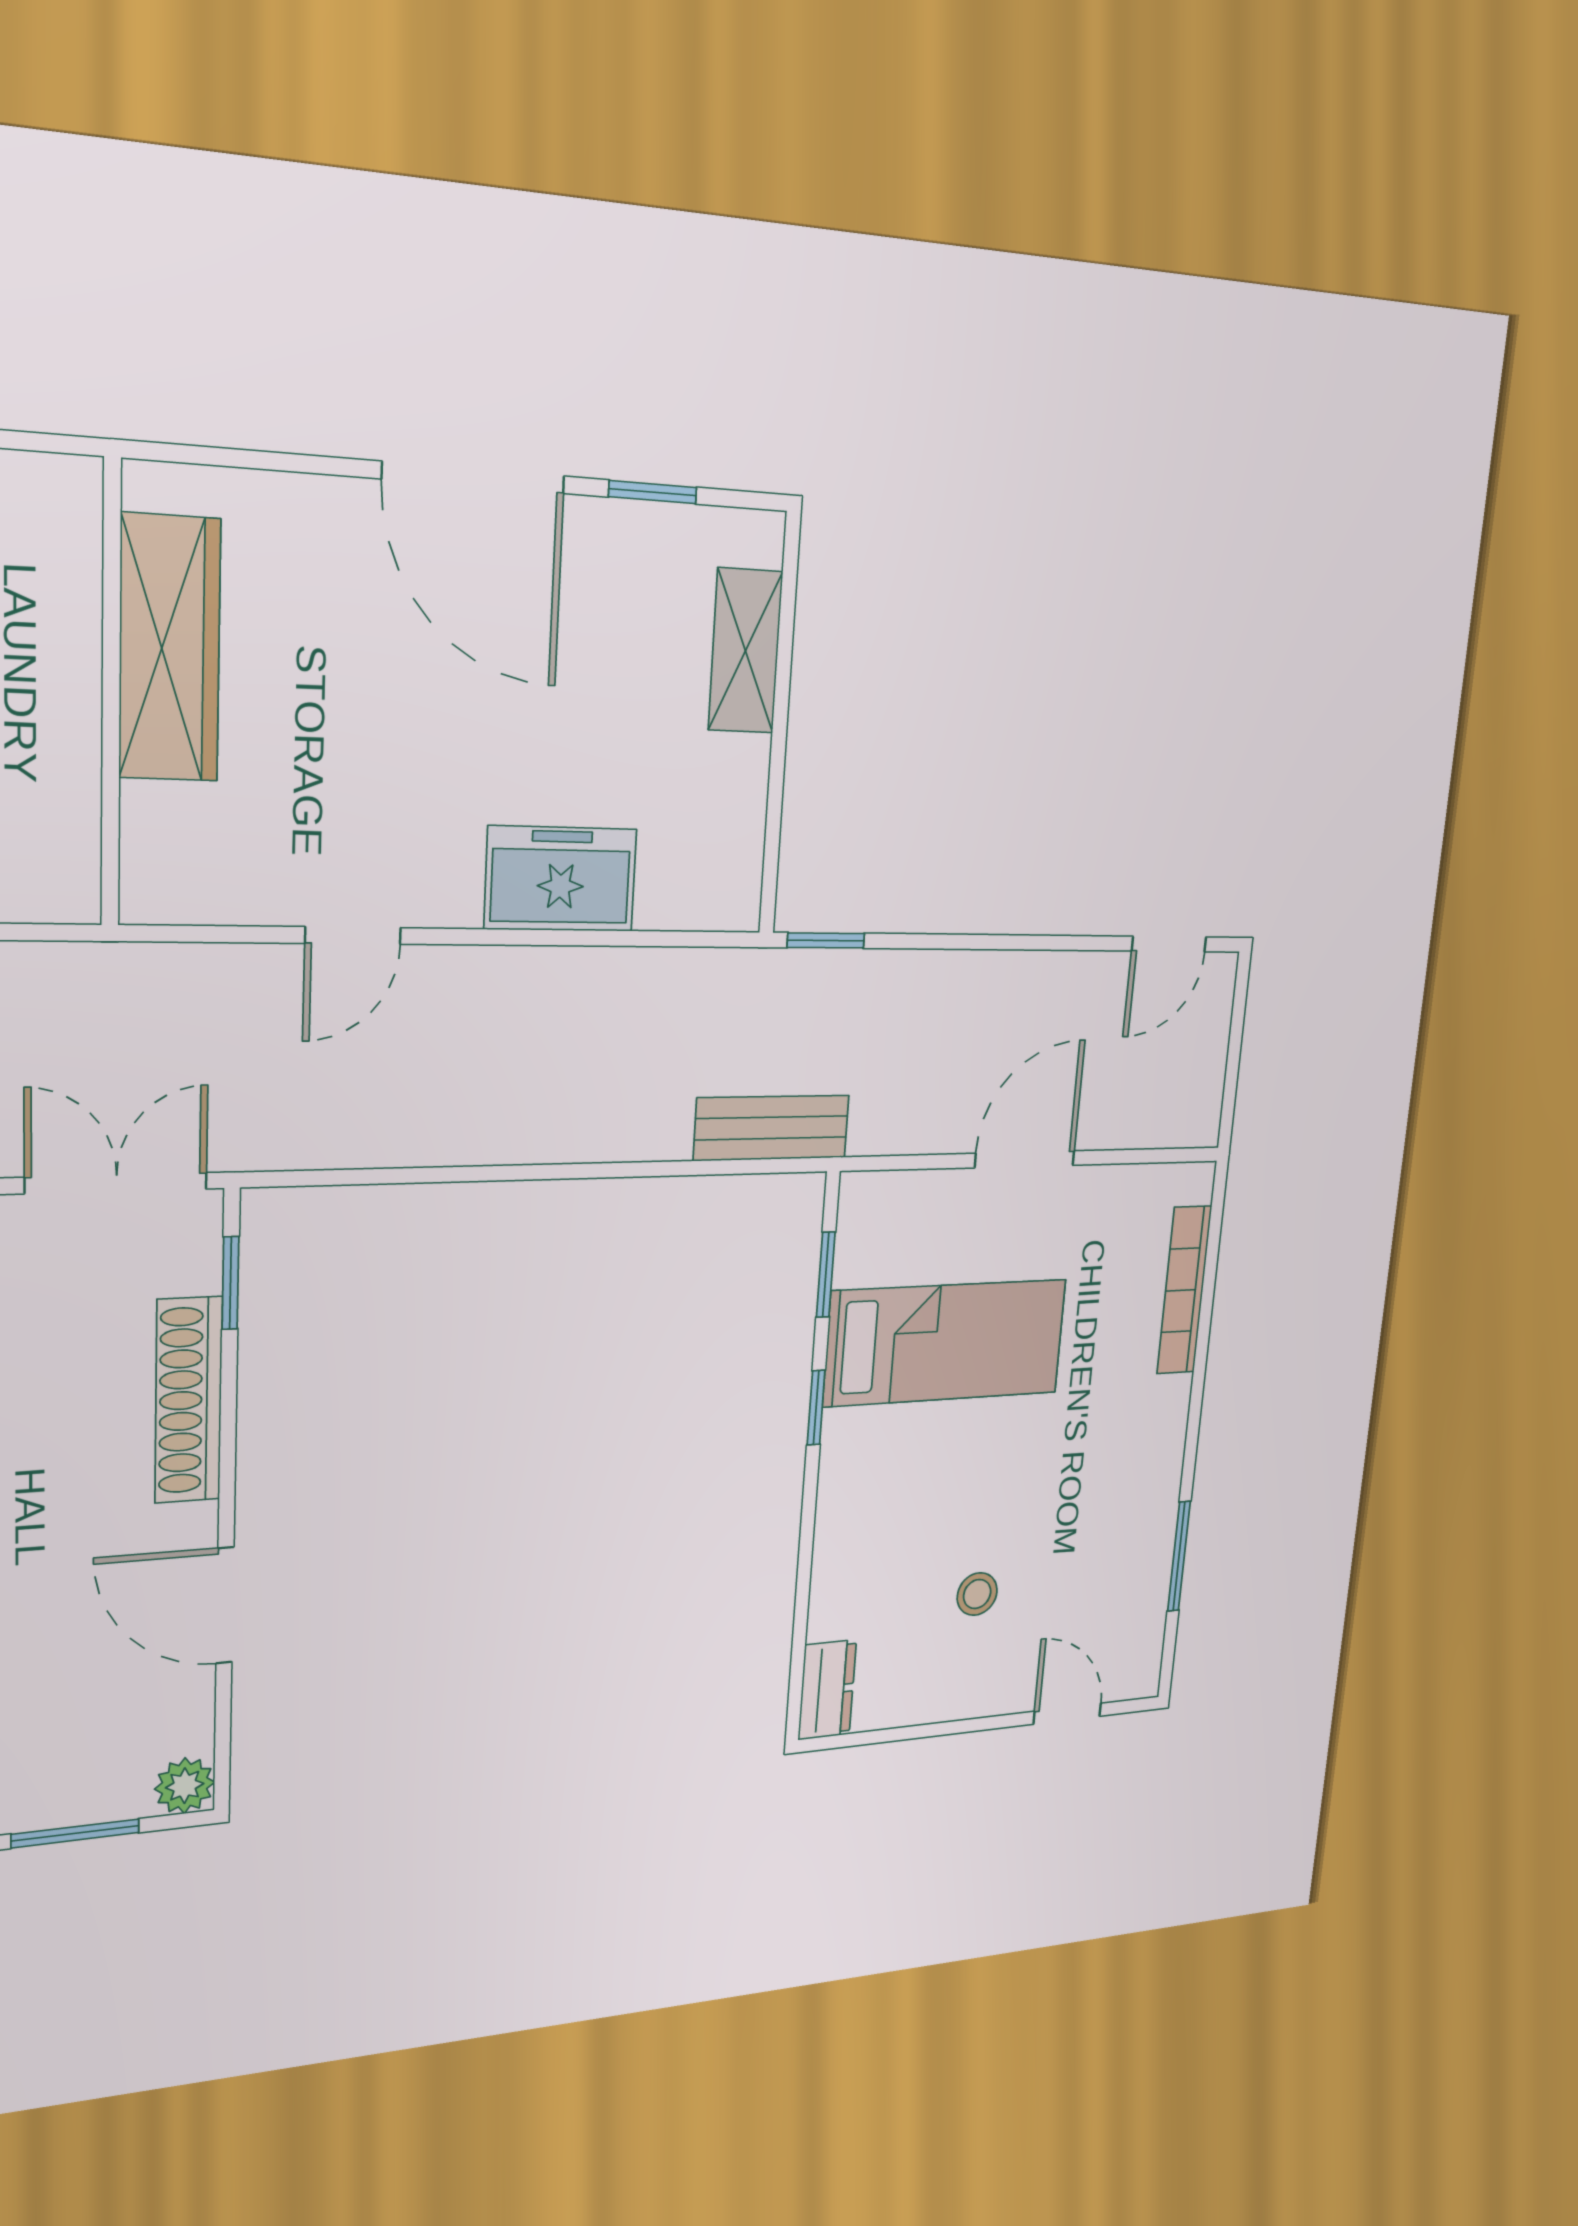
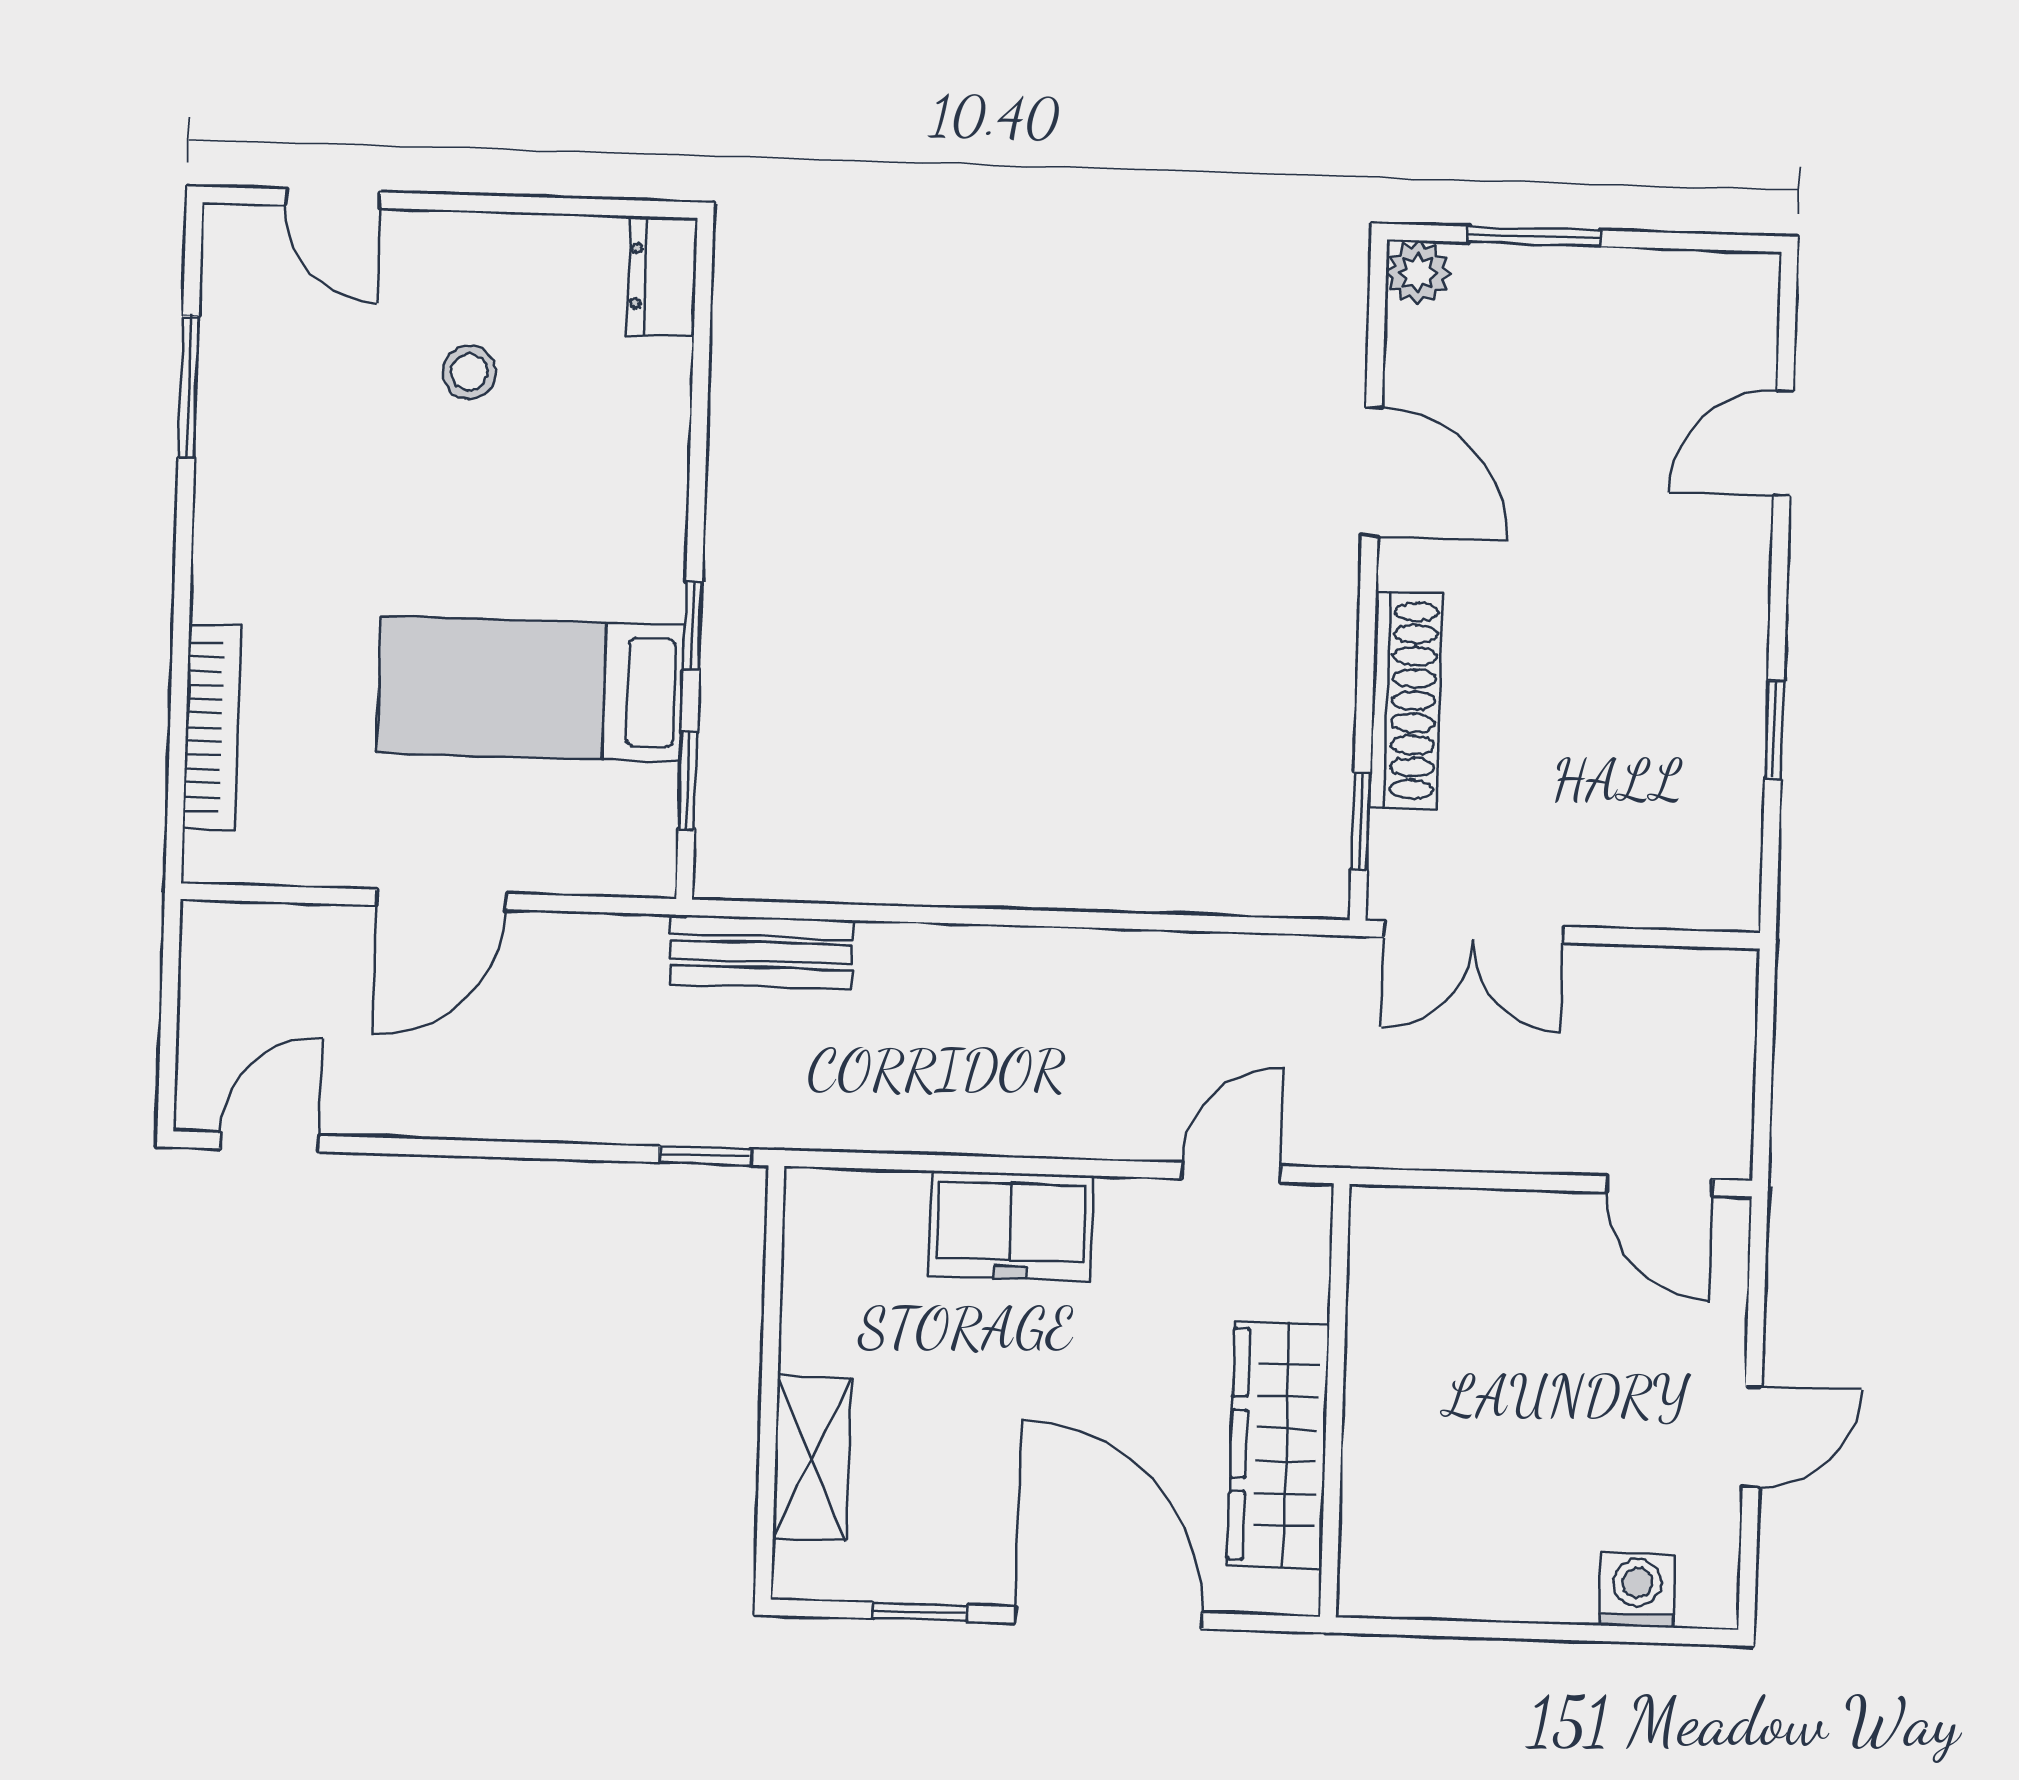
wardrobe: (170, 649) -> (1278, 1445), moved
wall: (111, 696) -> (1335, 1400), moved

